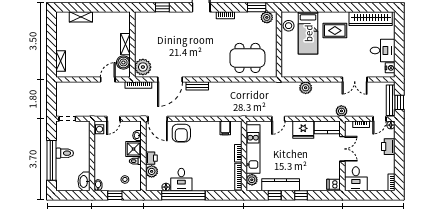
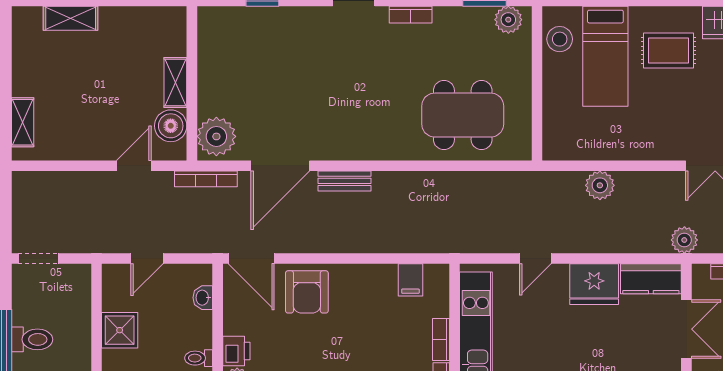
washing machine: (99, 129) -> (113, 283), removed
shower: (134, 149) -> (120, 330), moved

